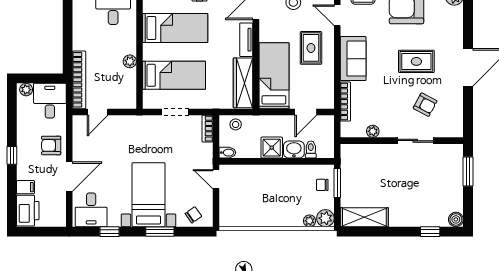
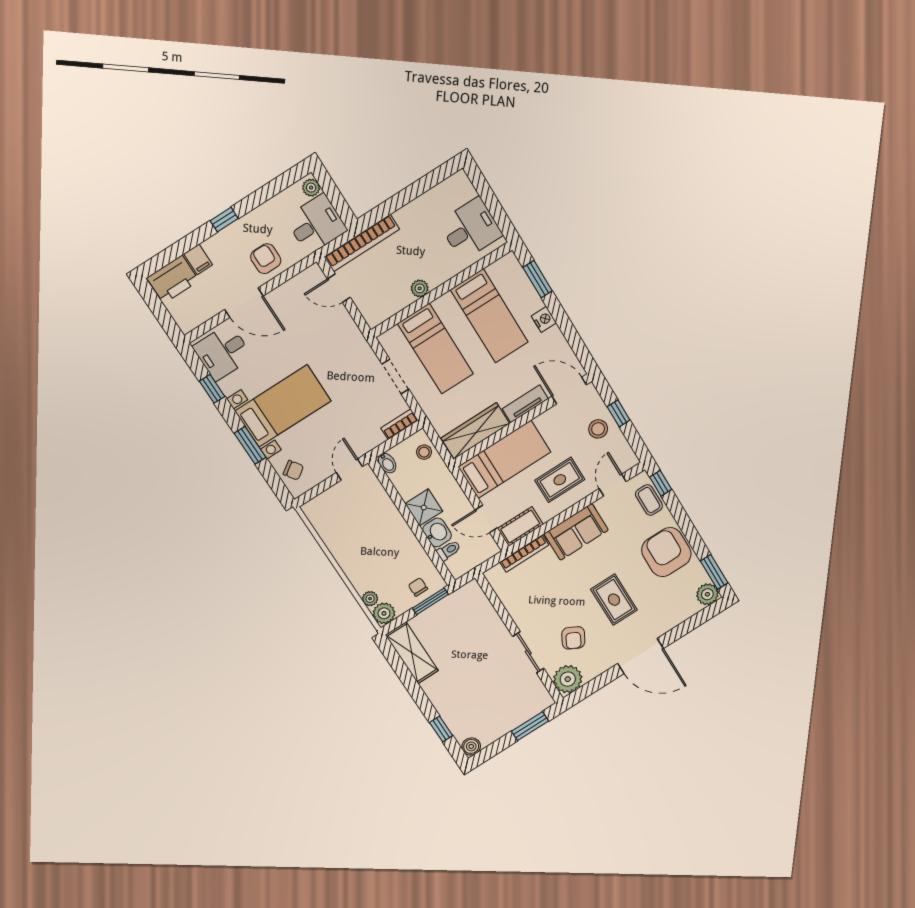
cot: (325, 93) -> (520, 526), added
plant: (373, 131) -> (568, 679), moved, width x1.87, depth x1.87

